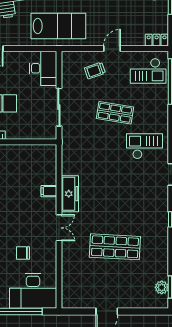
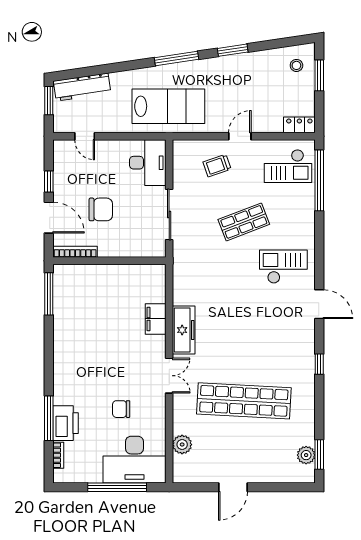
shop shelf: (115, 113) -> (244, 222), turned -30
filing cabinet: (49, 191) -> (156, 319), width x2.00
shop shelf: (115, 247) -> (244, 401), width x1.40
plant: (69, 280) -> (182, 445), added

